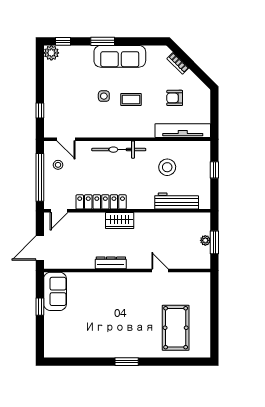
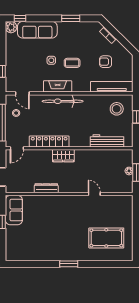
window: (103, 41) -> (71, 18), moved
sofa: (120, 56) -> (37, 30), moved
fireplace: (112, 130) -> (58, 86), added
stool: (167, 167) -> (117, 109), moved
dresser: (111, 263) -> (46, 188), moved
pool table: (176, 328) -> (106, 238), turned 90

